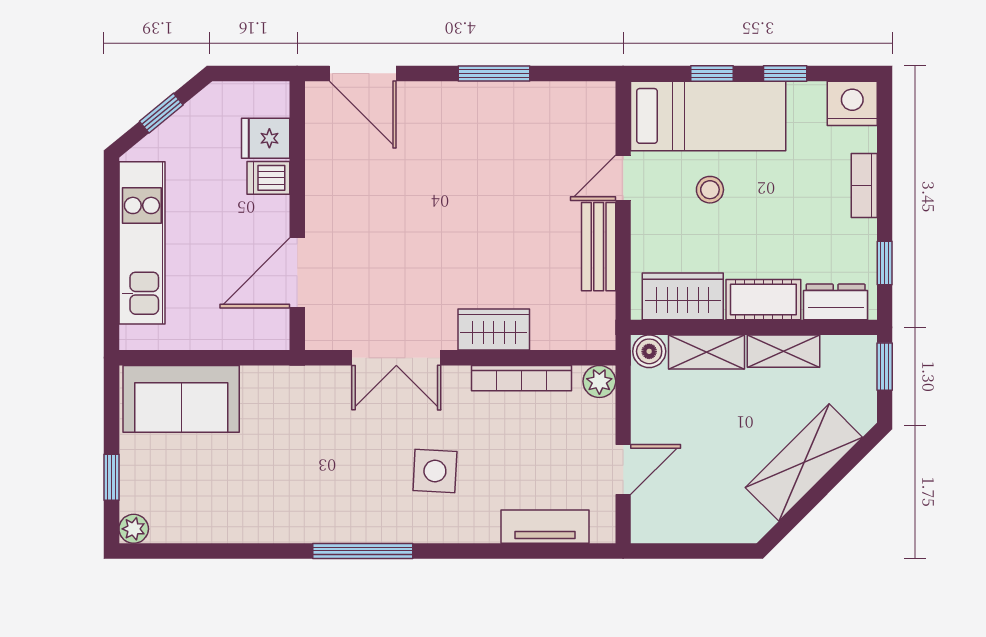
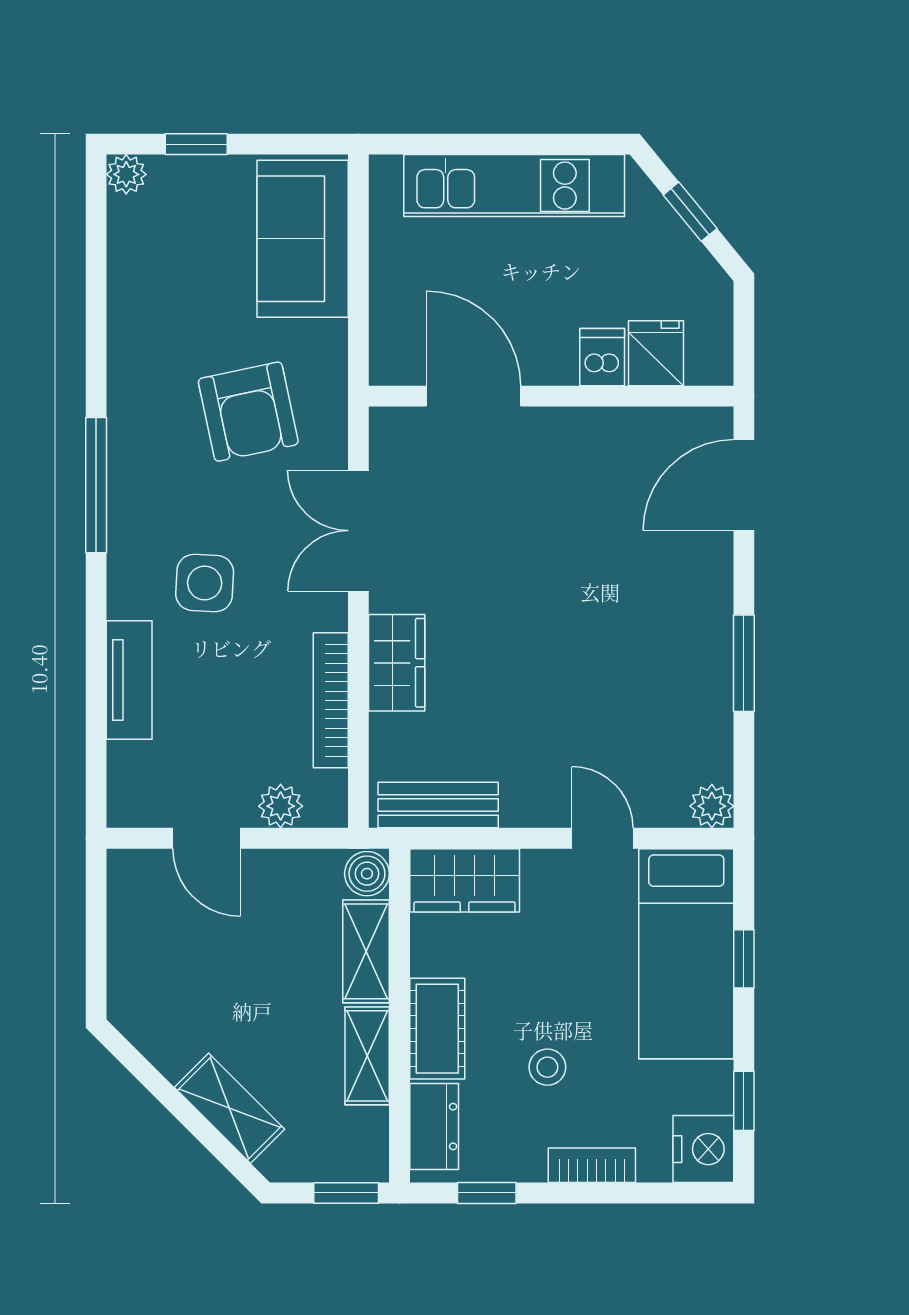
window: (785, 73) -> (744, 1101), moved
plant: (599, 97) -> (712, 806), added
stool: (710, 190) -> (547, 1067), moved
bench: (599, 247) -> (438, 805), moved
wardrobe: (683, 296) -> (465, 880), moved, turned 90
plant: (599, 381) -> (281, 806), moved
armchair: (309, 439) -> (248, 412), added
shelving: (804, 462) -> (229, 1108), width x0.67, depth x0.75
tv unit: (545, 527) -> (129, 680), moved

